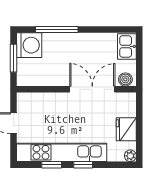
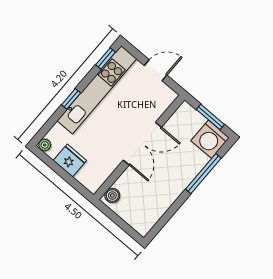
kitchen sink: (127, 46) -> (139, 220), removed
double door: (92, 89) -> (142, 144), moved
window: (52, 165) -> (106, 58), moved

